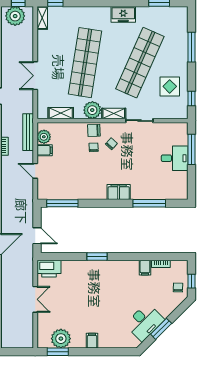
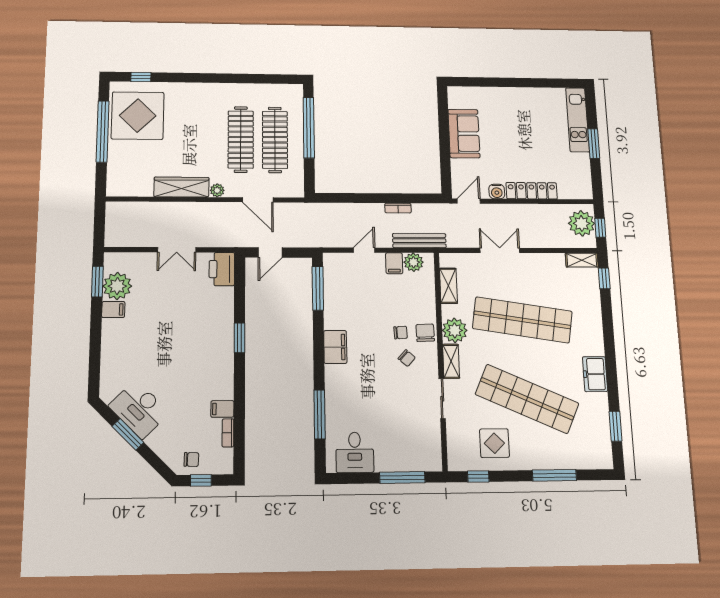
desk: (175, 158) -> (355, 452), moved
filing cabinet: (119, 192) -> (335, 347), moved
filing cabinet: (92, 341) -> (113, 310), moved

